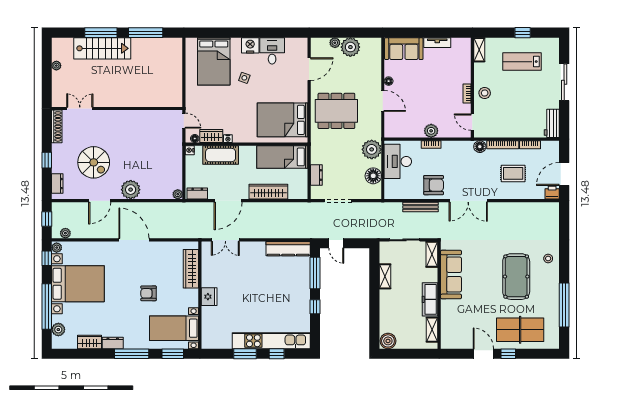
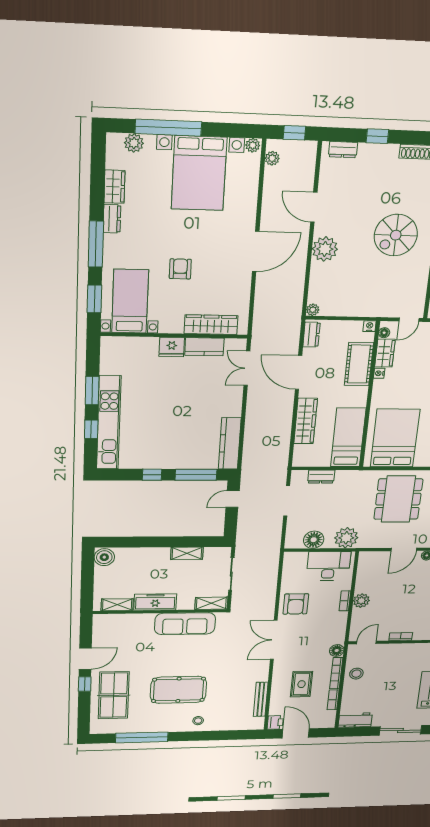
stool: (485, 93) -> (356, 674), moved
spiral stairs: (94, 162) -> (396, 235), moved
bench: (420, 207) -> (261, 699), moved
window: (47, 258) -> (238, 131), removed
kitchen counter: (208, 273) -> (204, 347), added

